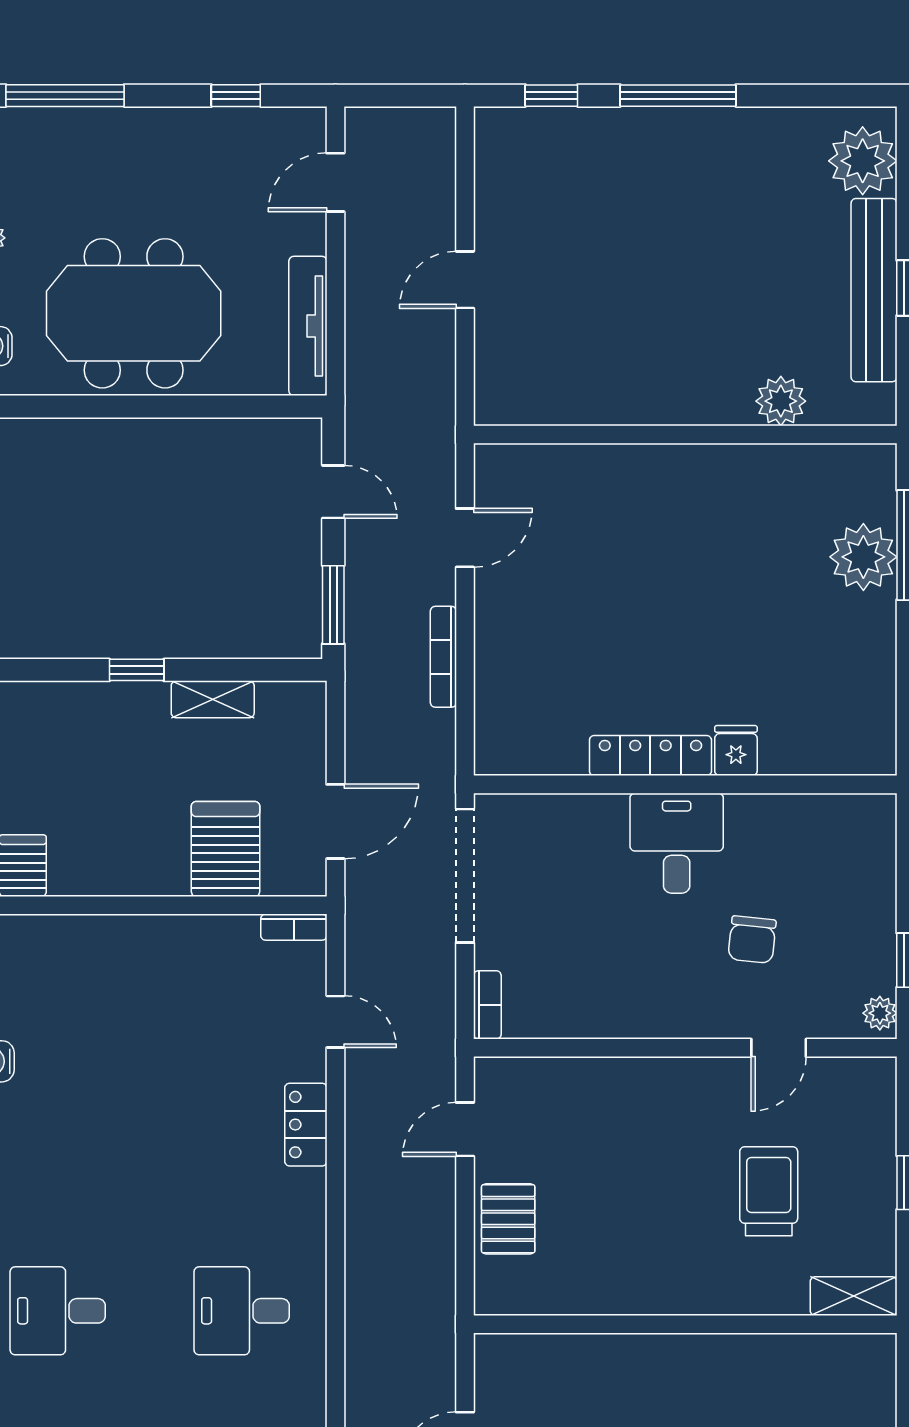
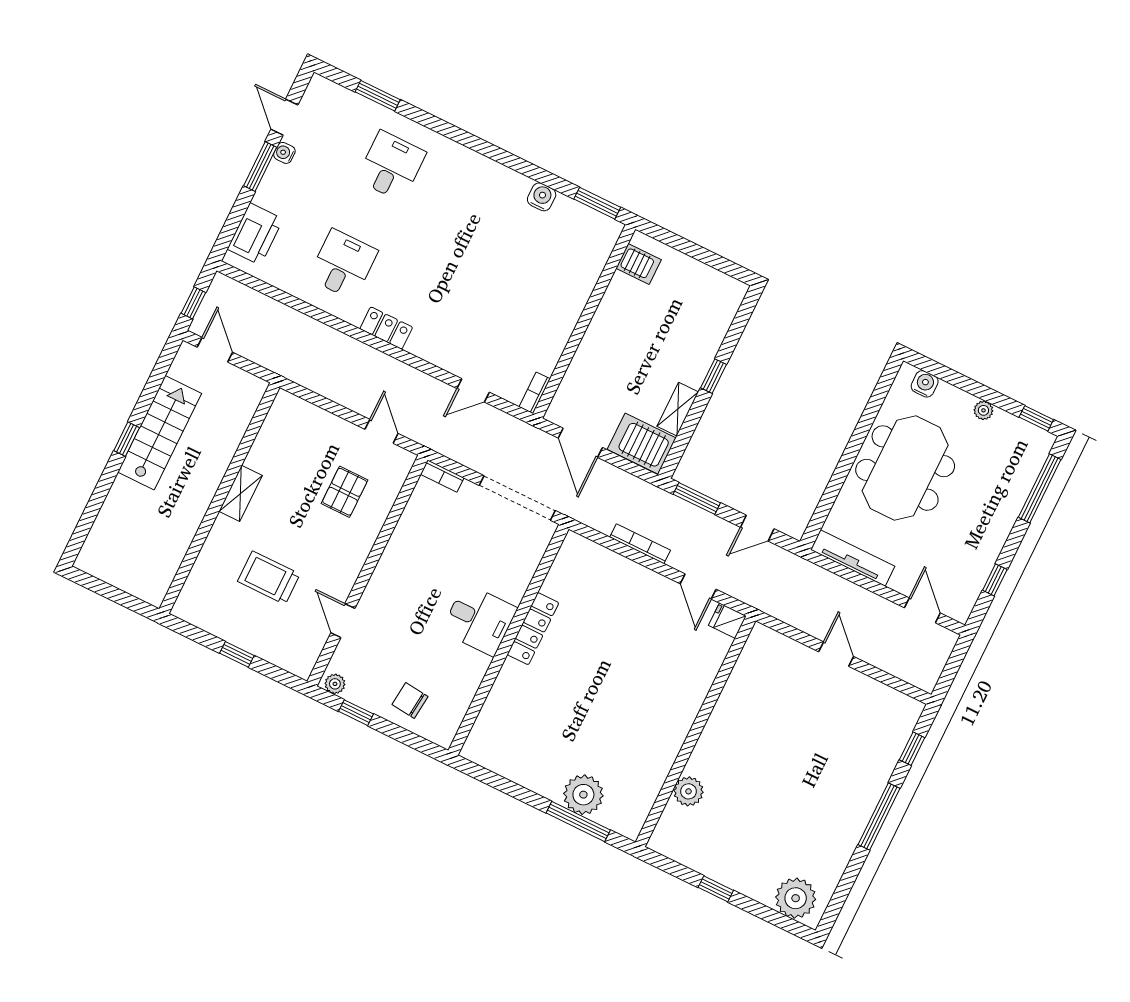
bench: (874, 290) -> (723, 870), removed
fridge: (736, 751) -> (727, 621), moved, turned 180
server rack: (226, 849) -> (642, 444), moved, turned 180
chair: (752, 940) -> (410, 701), moved
locker: (306, 1125) -> (386, 328), moved
trolley: (769, 1191) -> (269, 578), turned 180
pallet: (508, 1219) -> (345, 492), moved, turned 90
shelving: (854, 1296) -> (241, 493), moved

